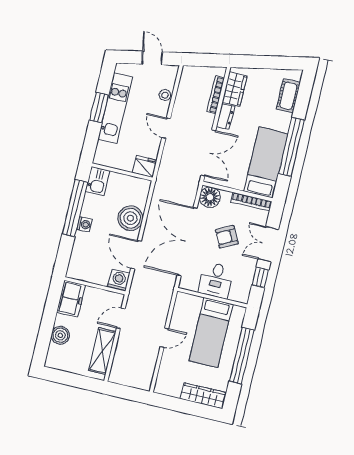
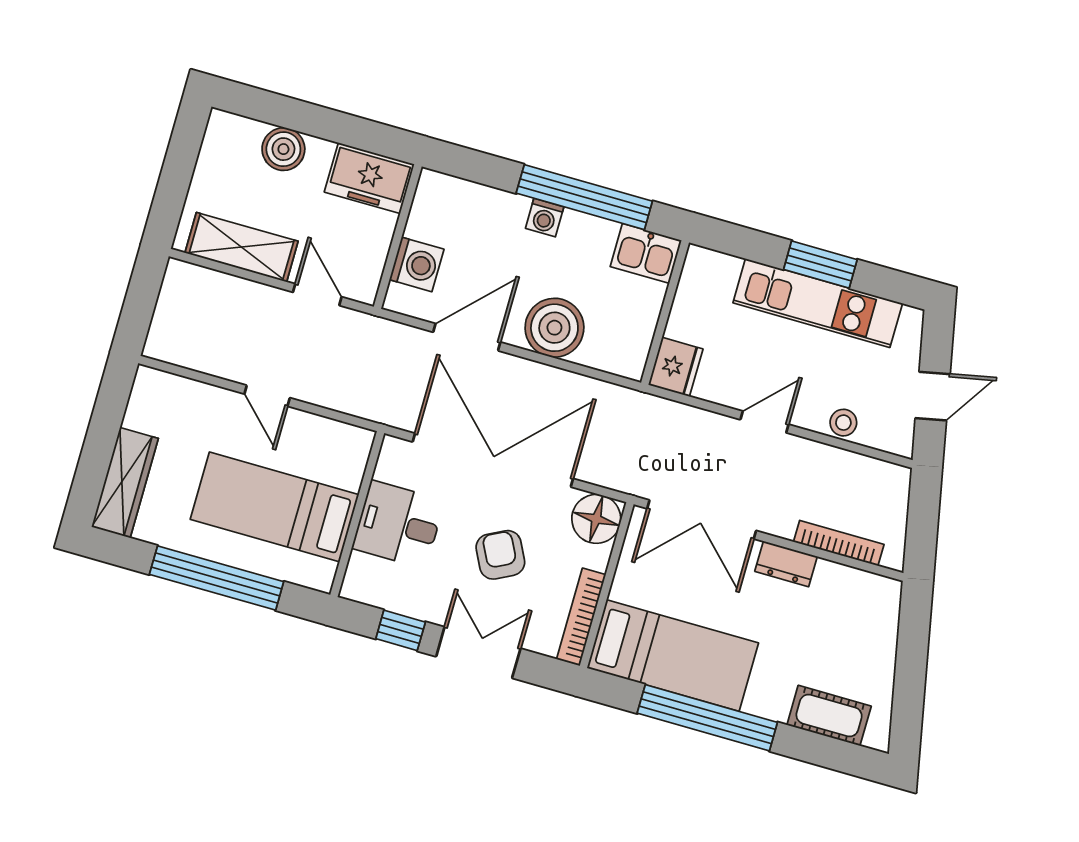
wardrobe: (234, 89) -> (850, 588), removed
washing machine: (119, 280) -> (417, 264), moved

